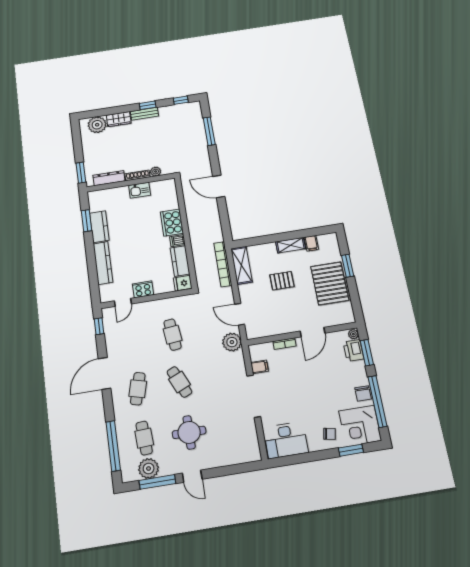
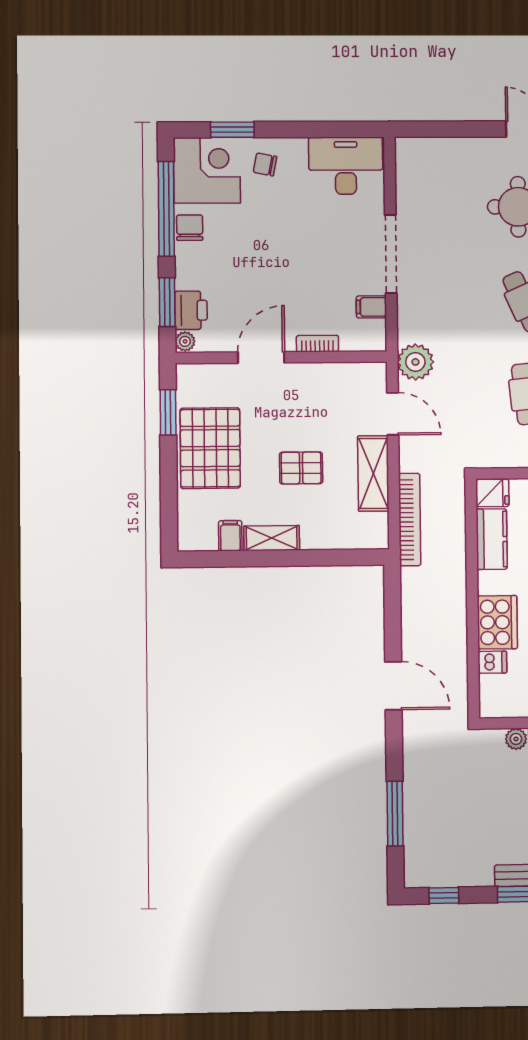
dishwasher: (177, 241) -> (492, 662), moved
shelving: (242, 265) -> (373, 473), moved
window: (348, 266) -> (168, 412), moved

